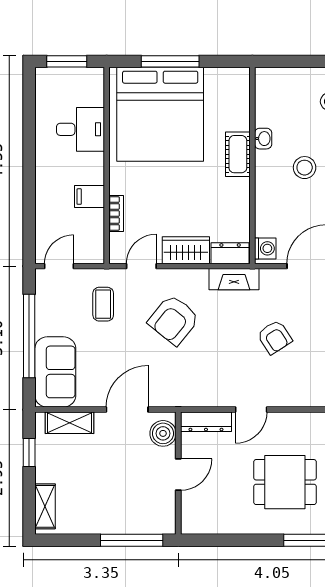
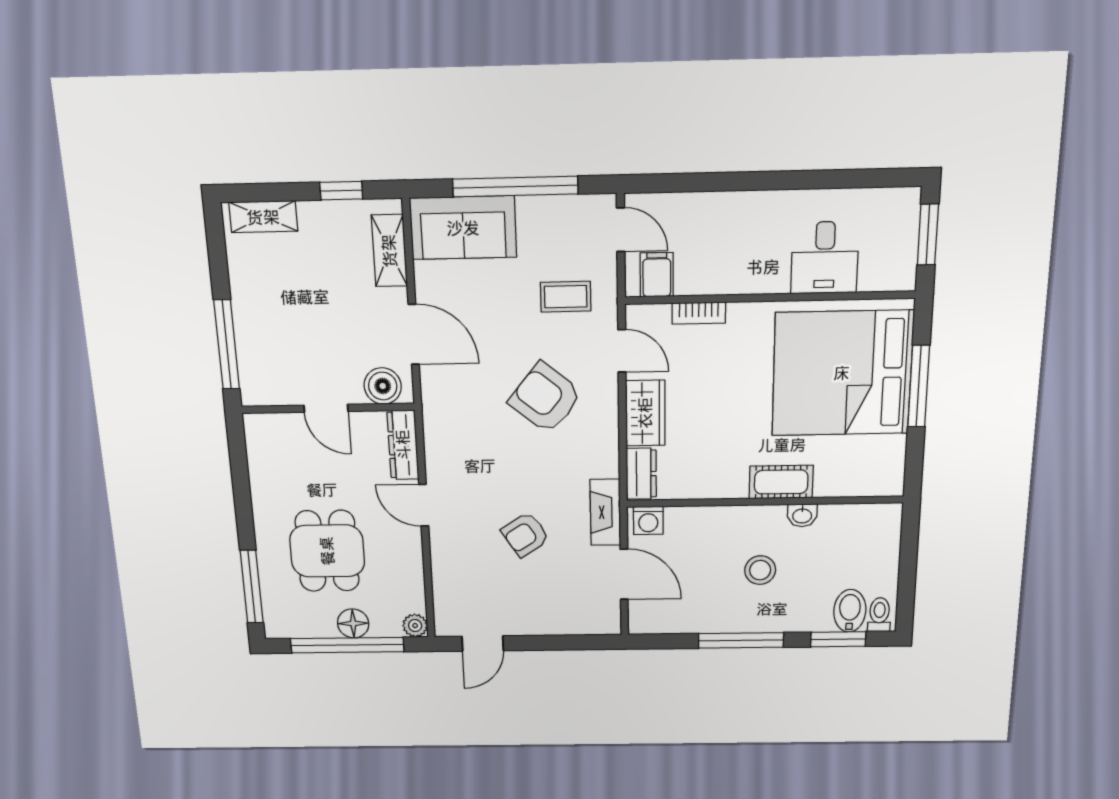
filing cabinet: (90, 197) -> (657, 275), moved
fireplace: (234, 279) -> (605, 512), moved

